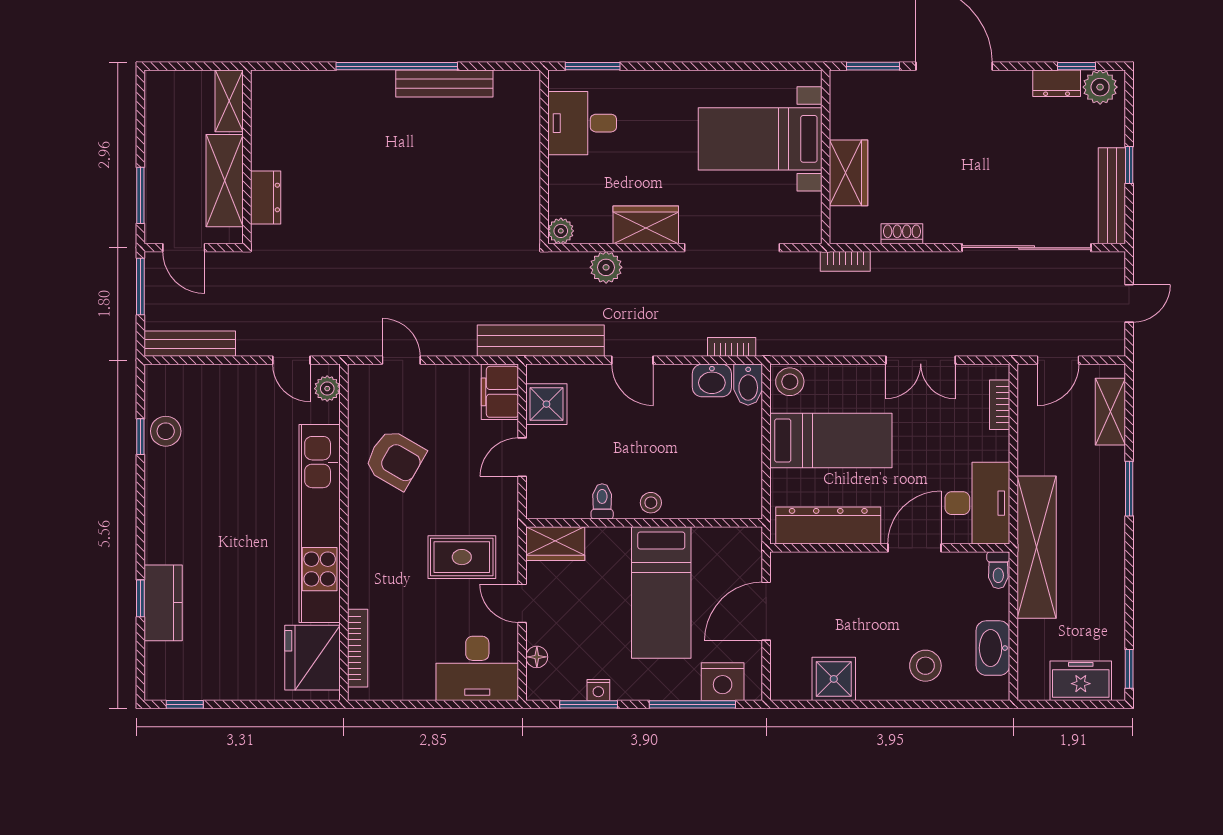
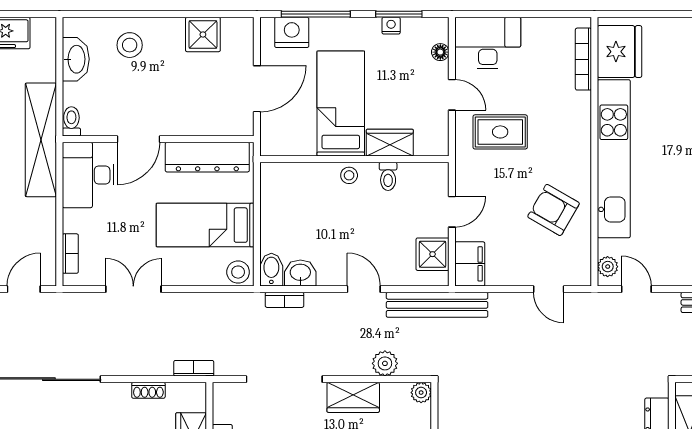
wardrobe: (555, 544) -> (390, 143), moved

